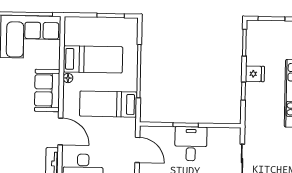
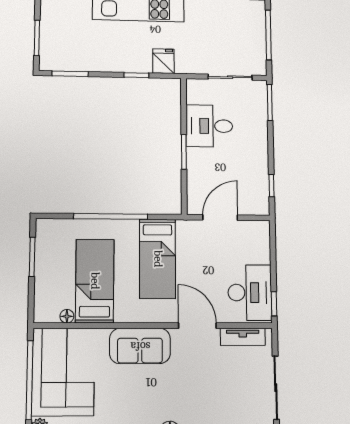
fridge: (255, 74) -> (163, 61), moved
floor lamp: (68, 78) -> (67, 316), moved
door: (60, 131) -> (197, 326), hinge flipped
desk: (191, 144) -> (209, 126), moved

